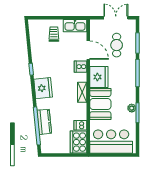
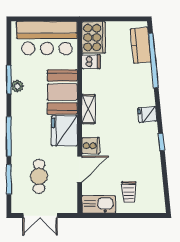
door: (88, 50) -> (80, 169), swing flipped
fridge: (43, 88) -> (147, 115), width x0.53, depth x0.75
kitchen counter: (44, 122) -> (141, 45), moved

